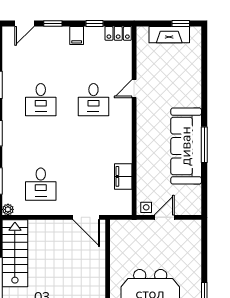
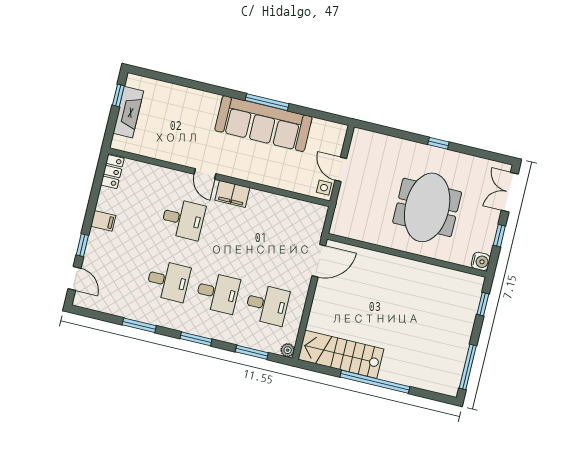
window: (95, 23) -> (94, 196), removed
door: (134, 89) -> (205, 174), moved
desk: (41, 142) -> (218, 293), added
filing cabinet: (123, 176) -> (232, 194), moved

